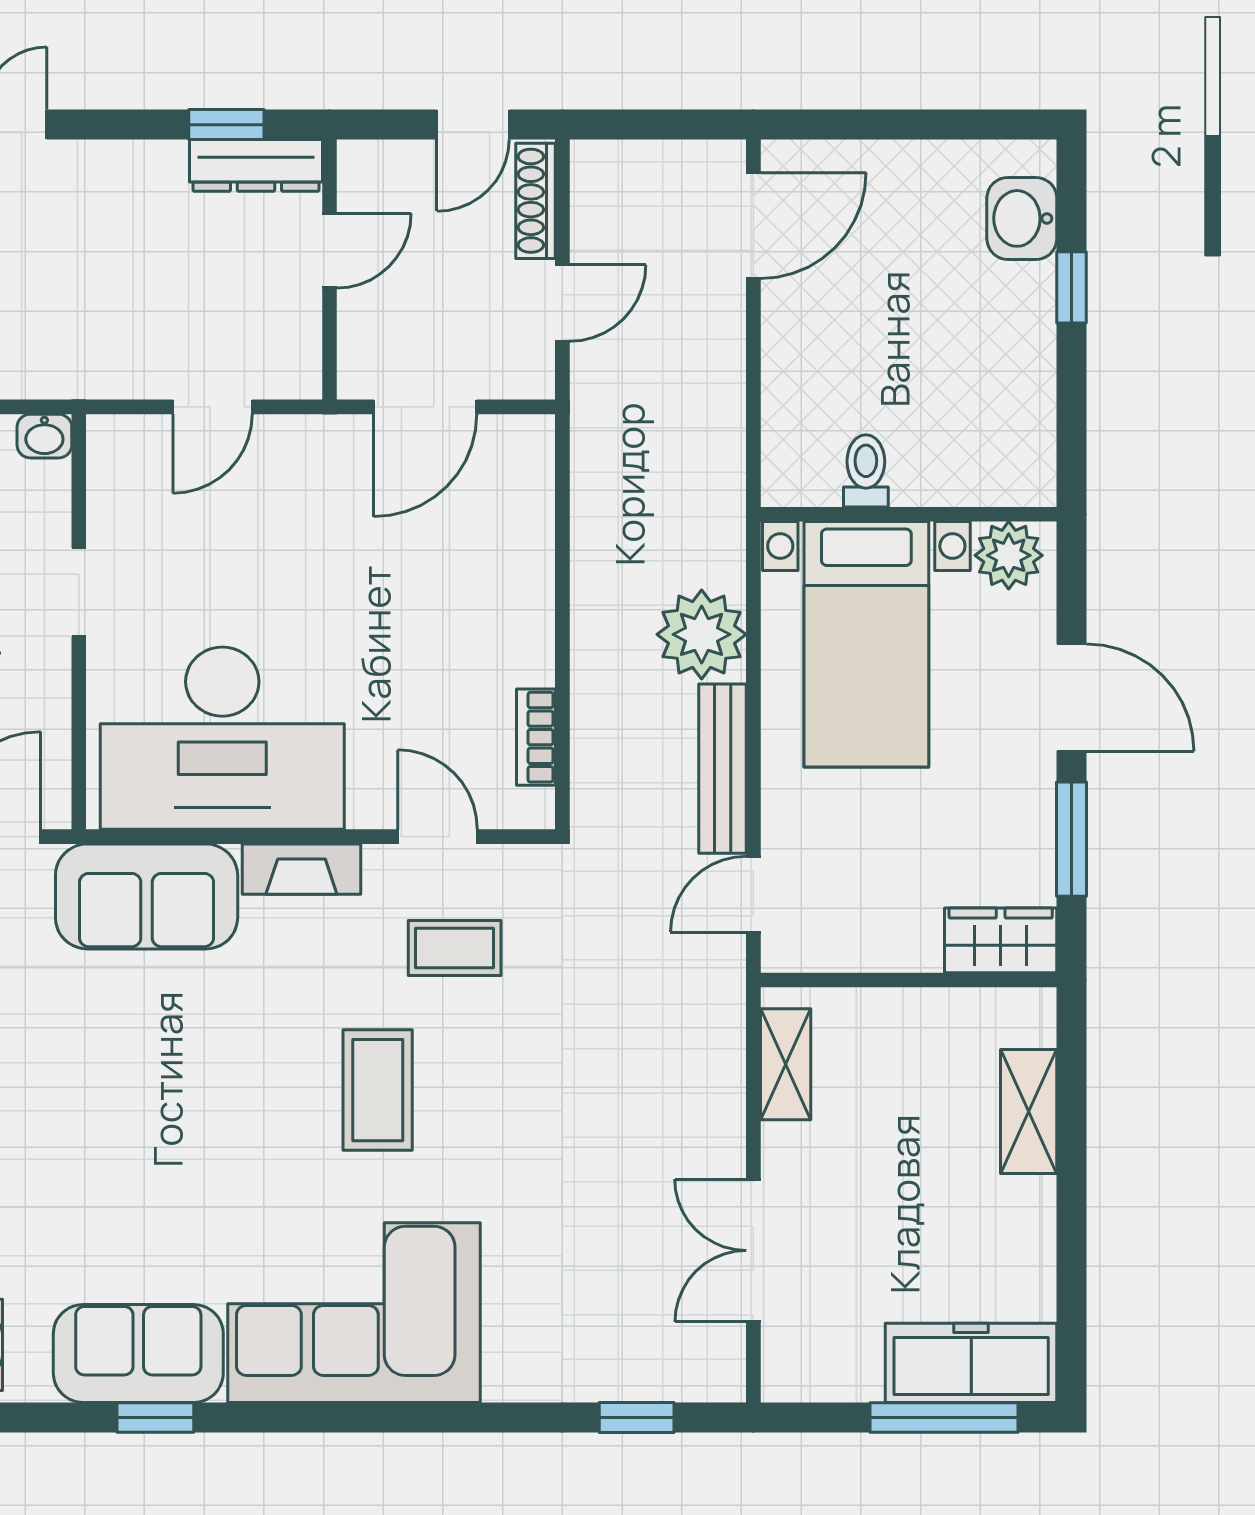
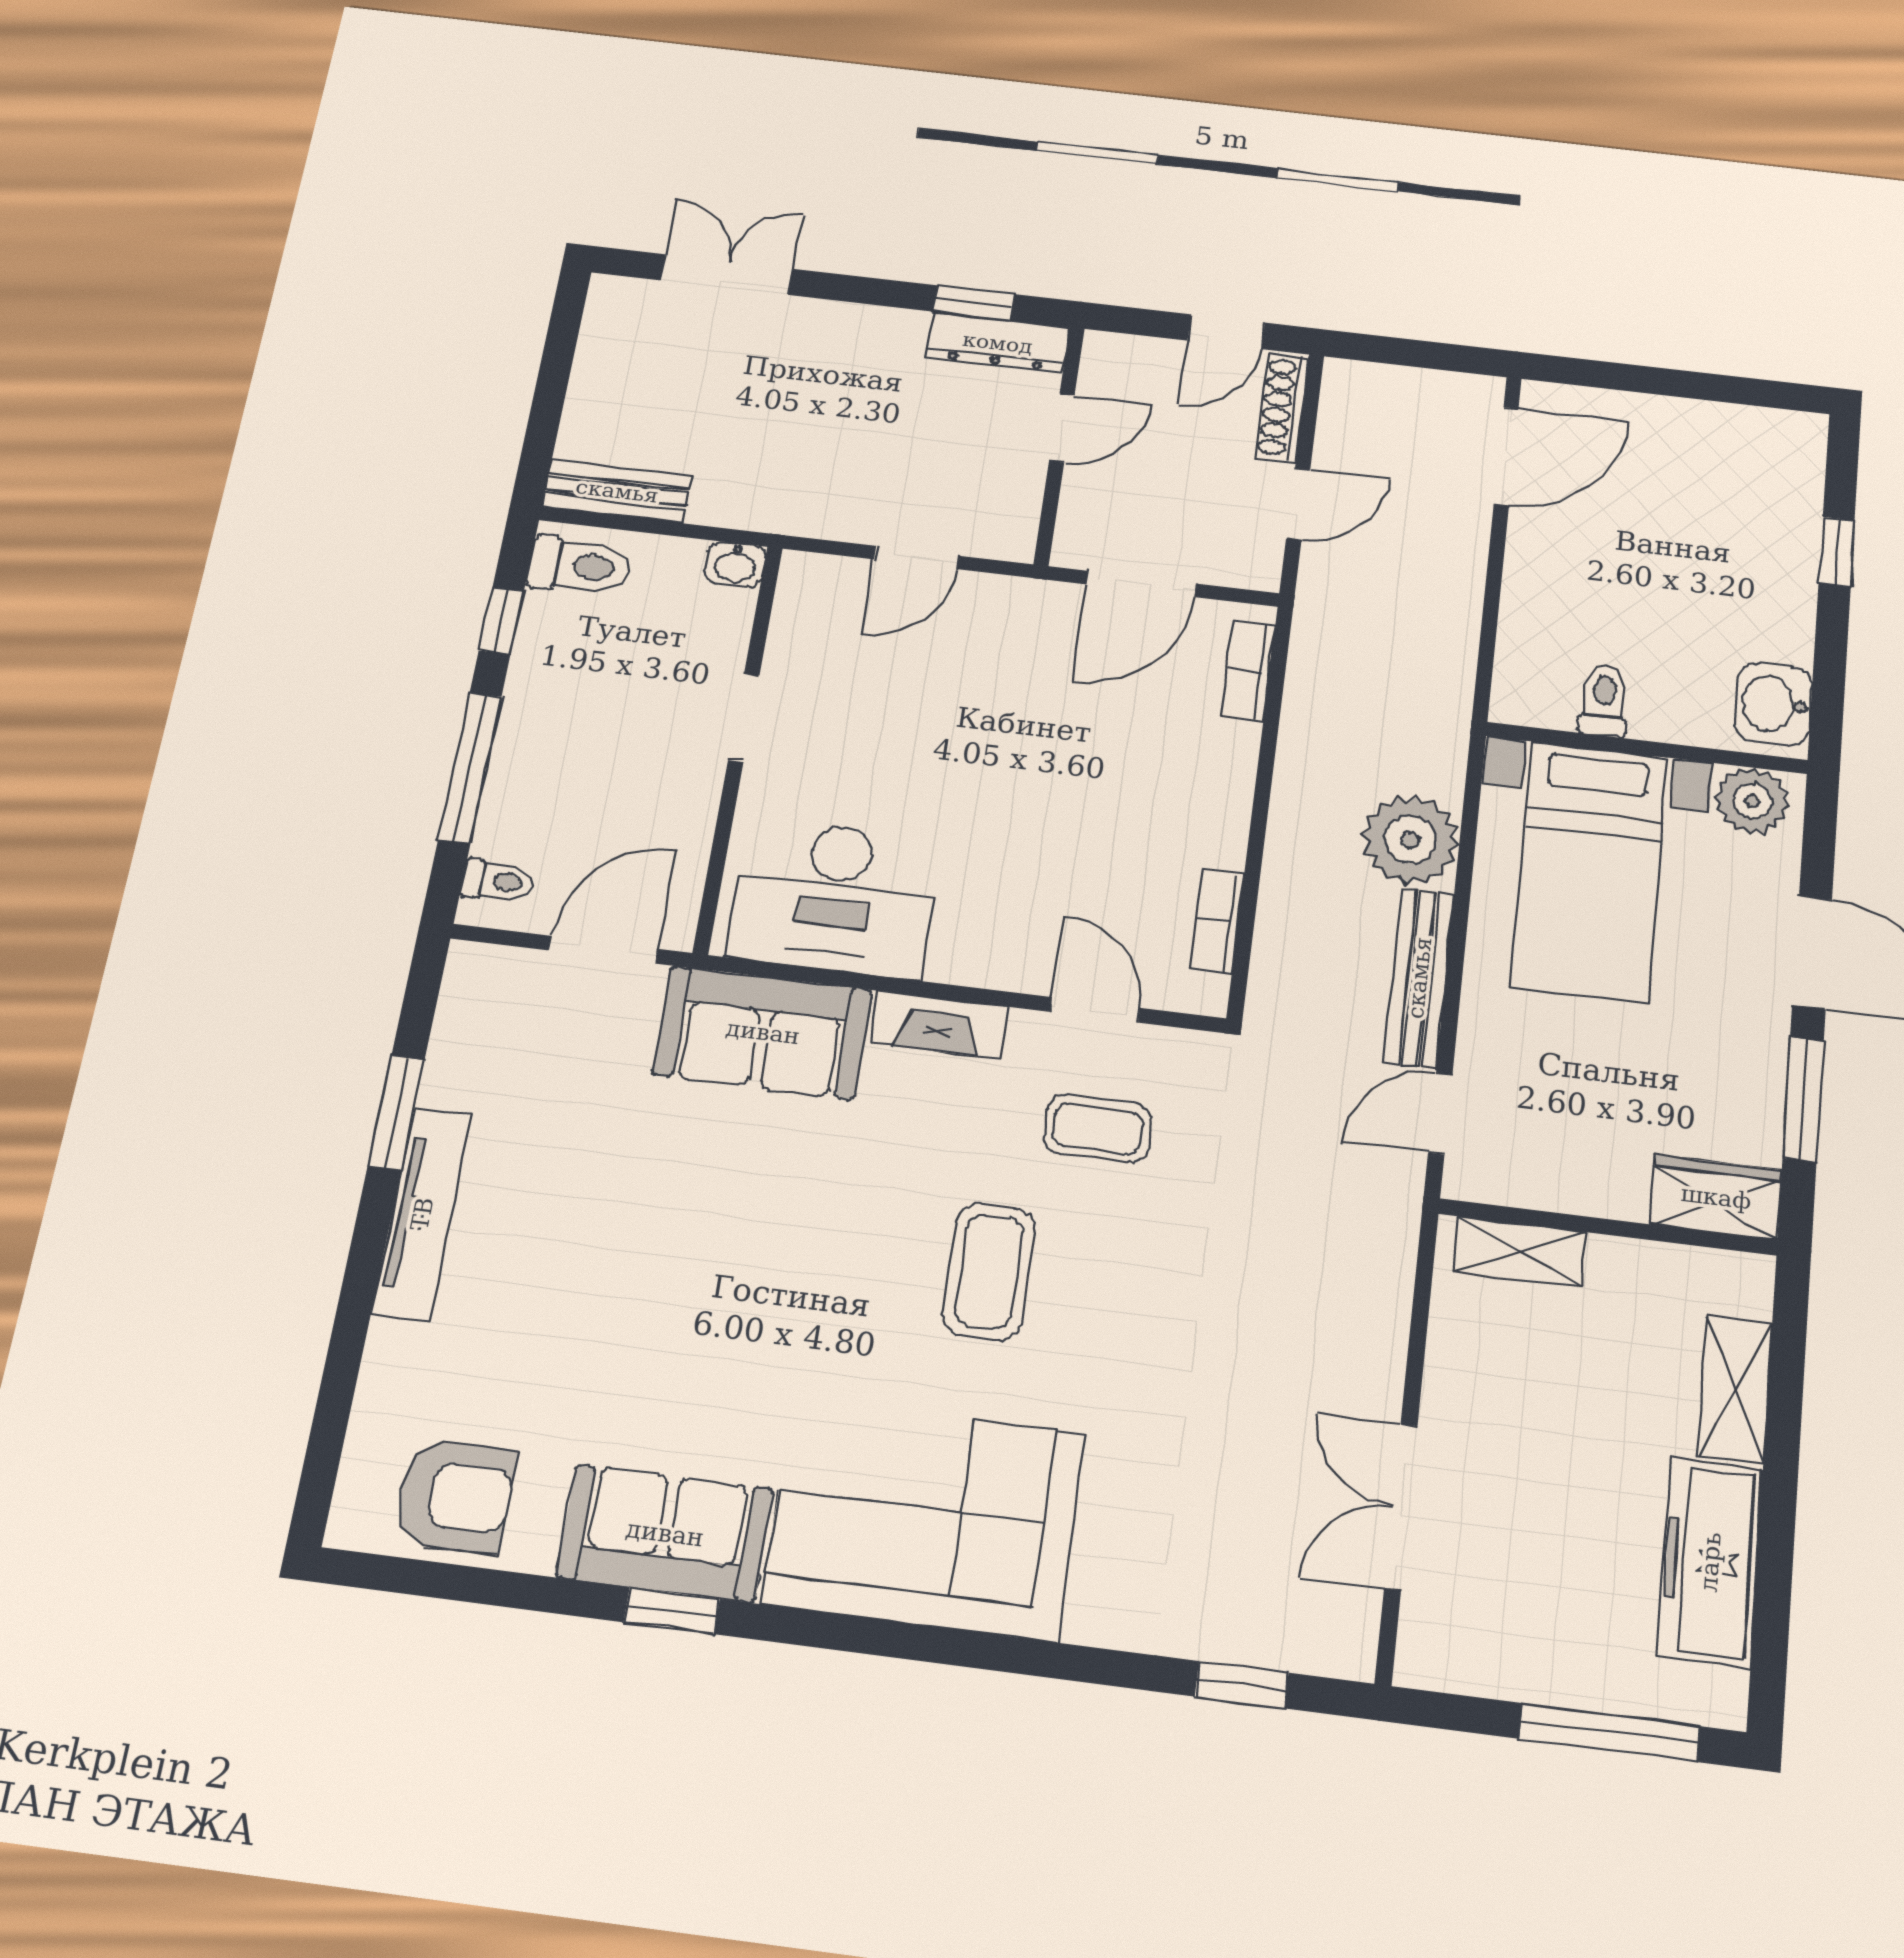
washbasin: (1022, 218) -> (1773, 704), moved
bookcase: (535, 484) -> (1248, 671), added
desk: (222, 738) -> (834, 897), width x0.73, depth x0.77
shelving: (786, 1064) -> (1519, 1251), moved, turned 90
freezer: (971, 1363) -> (1710, 1562), moved, turned -90

